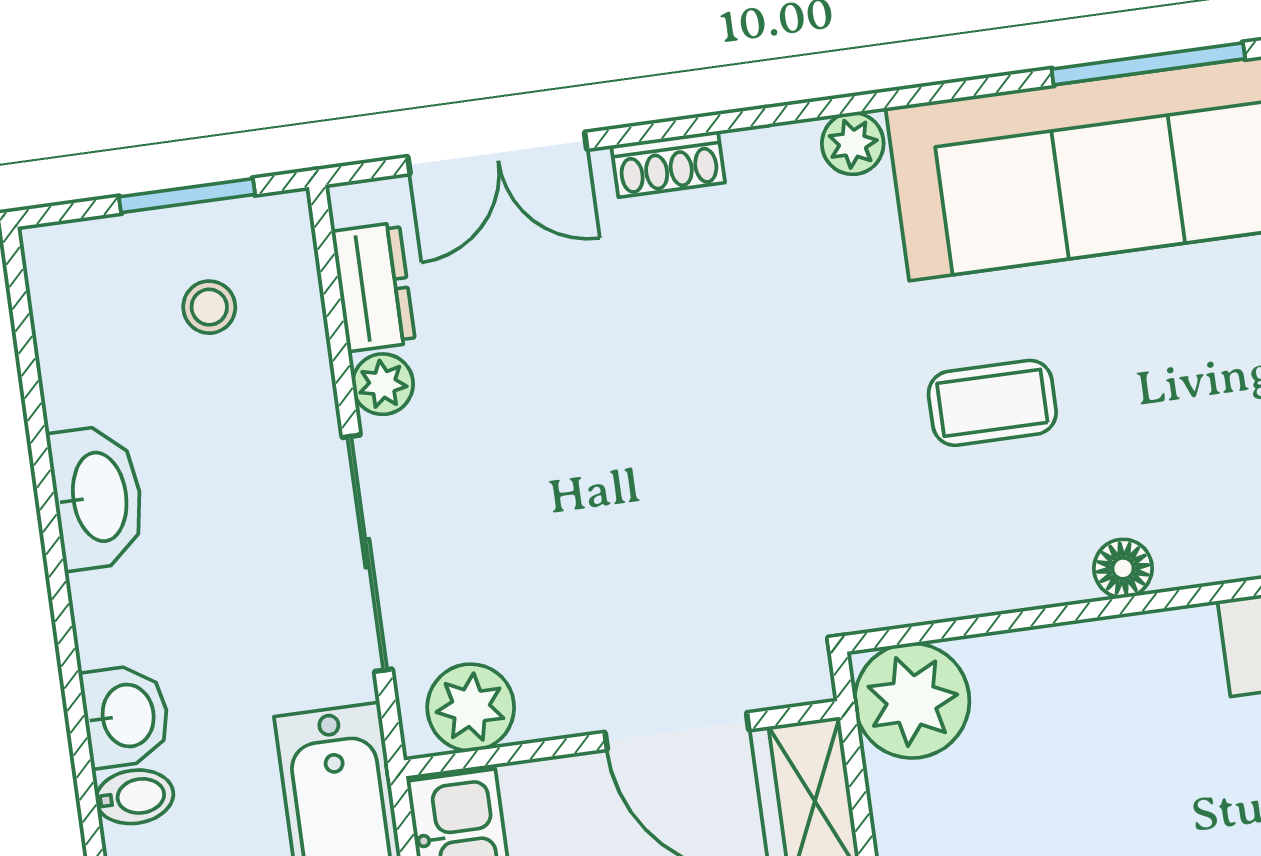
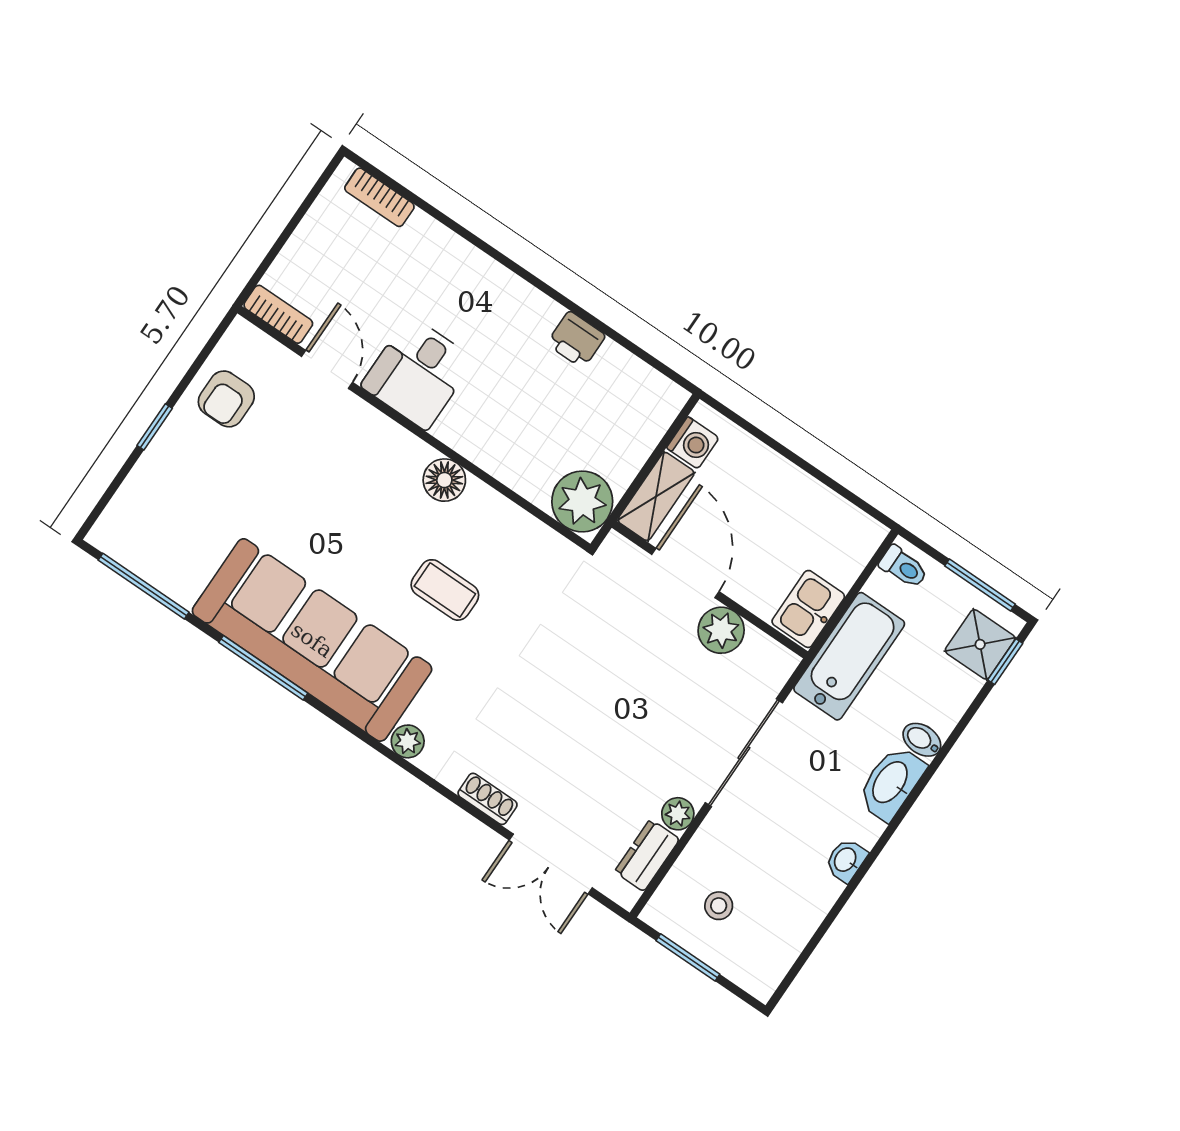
double door: (497, 153) -> (551, 864), swing flipped
washbasin: (97, 497) -> (846, 860), width x0.52, depth x0.69
floor lamp: (1123, 568) -> (444, 480), width x1.37, depth x1.37
plant: (471, 708) -> (721, 630), moved
washbasin: (126, 716) -> (891, 783), width x1.38

